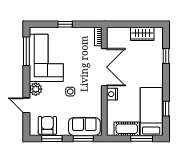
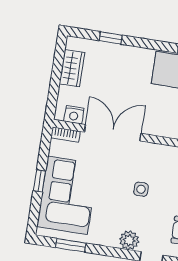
window: (26, 51) -> (71, 245), width x0.69
corner sofa: (46, 58) -> (68, 195), moved, turned 90
nightstand: (112, 94) -> (74, 115), moved

